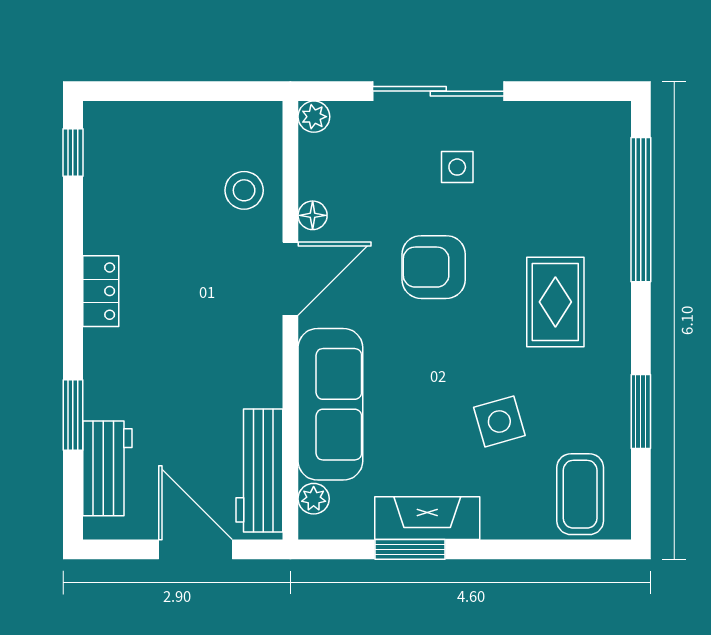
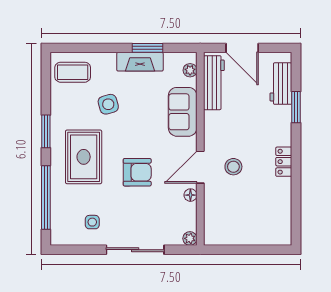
window: (73, 153) -> (296, 223), removed
side table: (457, 167) -> (92, 222), moved
stool: (244, 190) -> (233, 167), moved
rug: (555, 302) -> (84, 157), width x1.36, depth x1.43
sofa: (330, 404) -> (183, 112), width x0.73
window: (641, 411) -> (46, 131), moved
coffee table: (580, 494) -> (73, 72), turned 90

